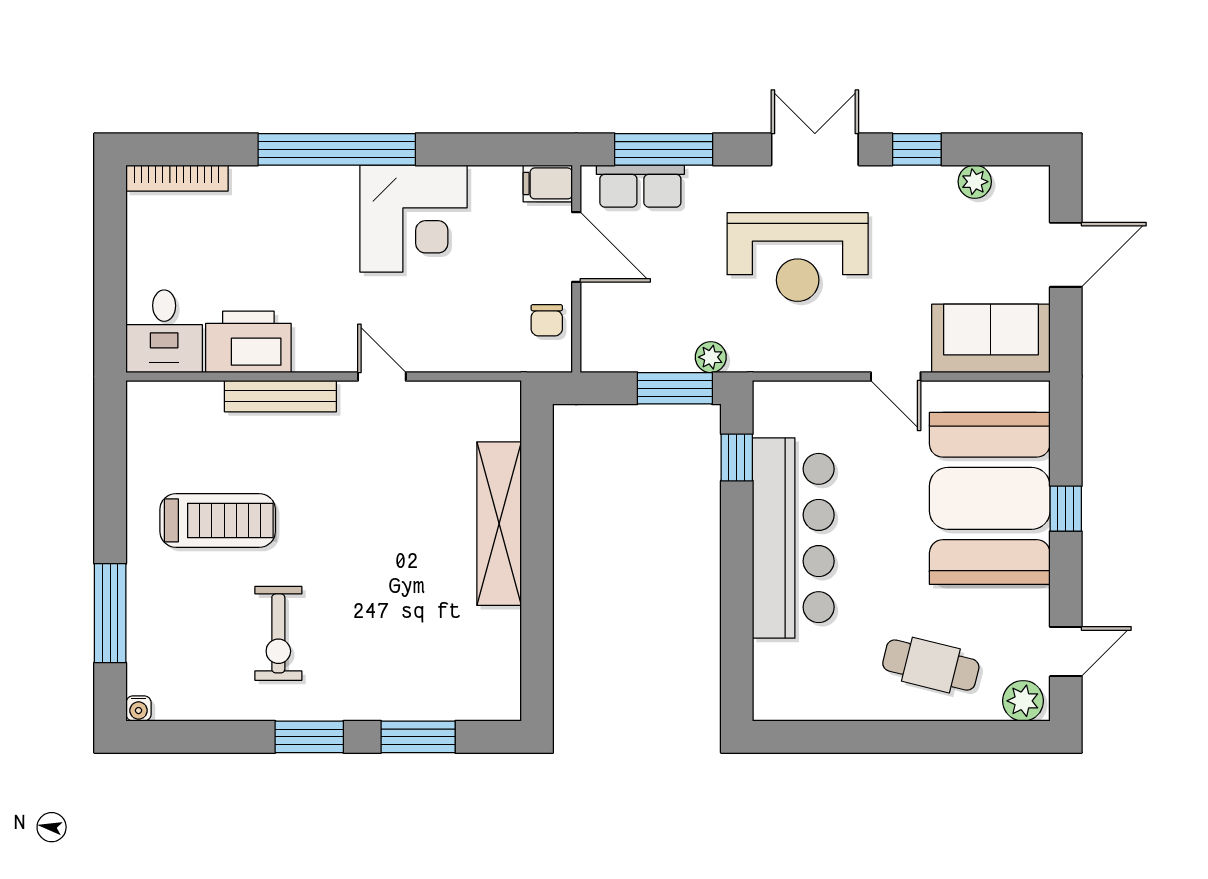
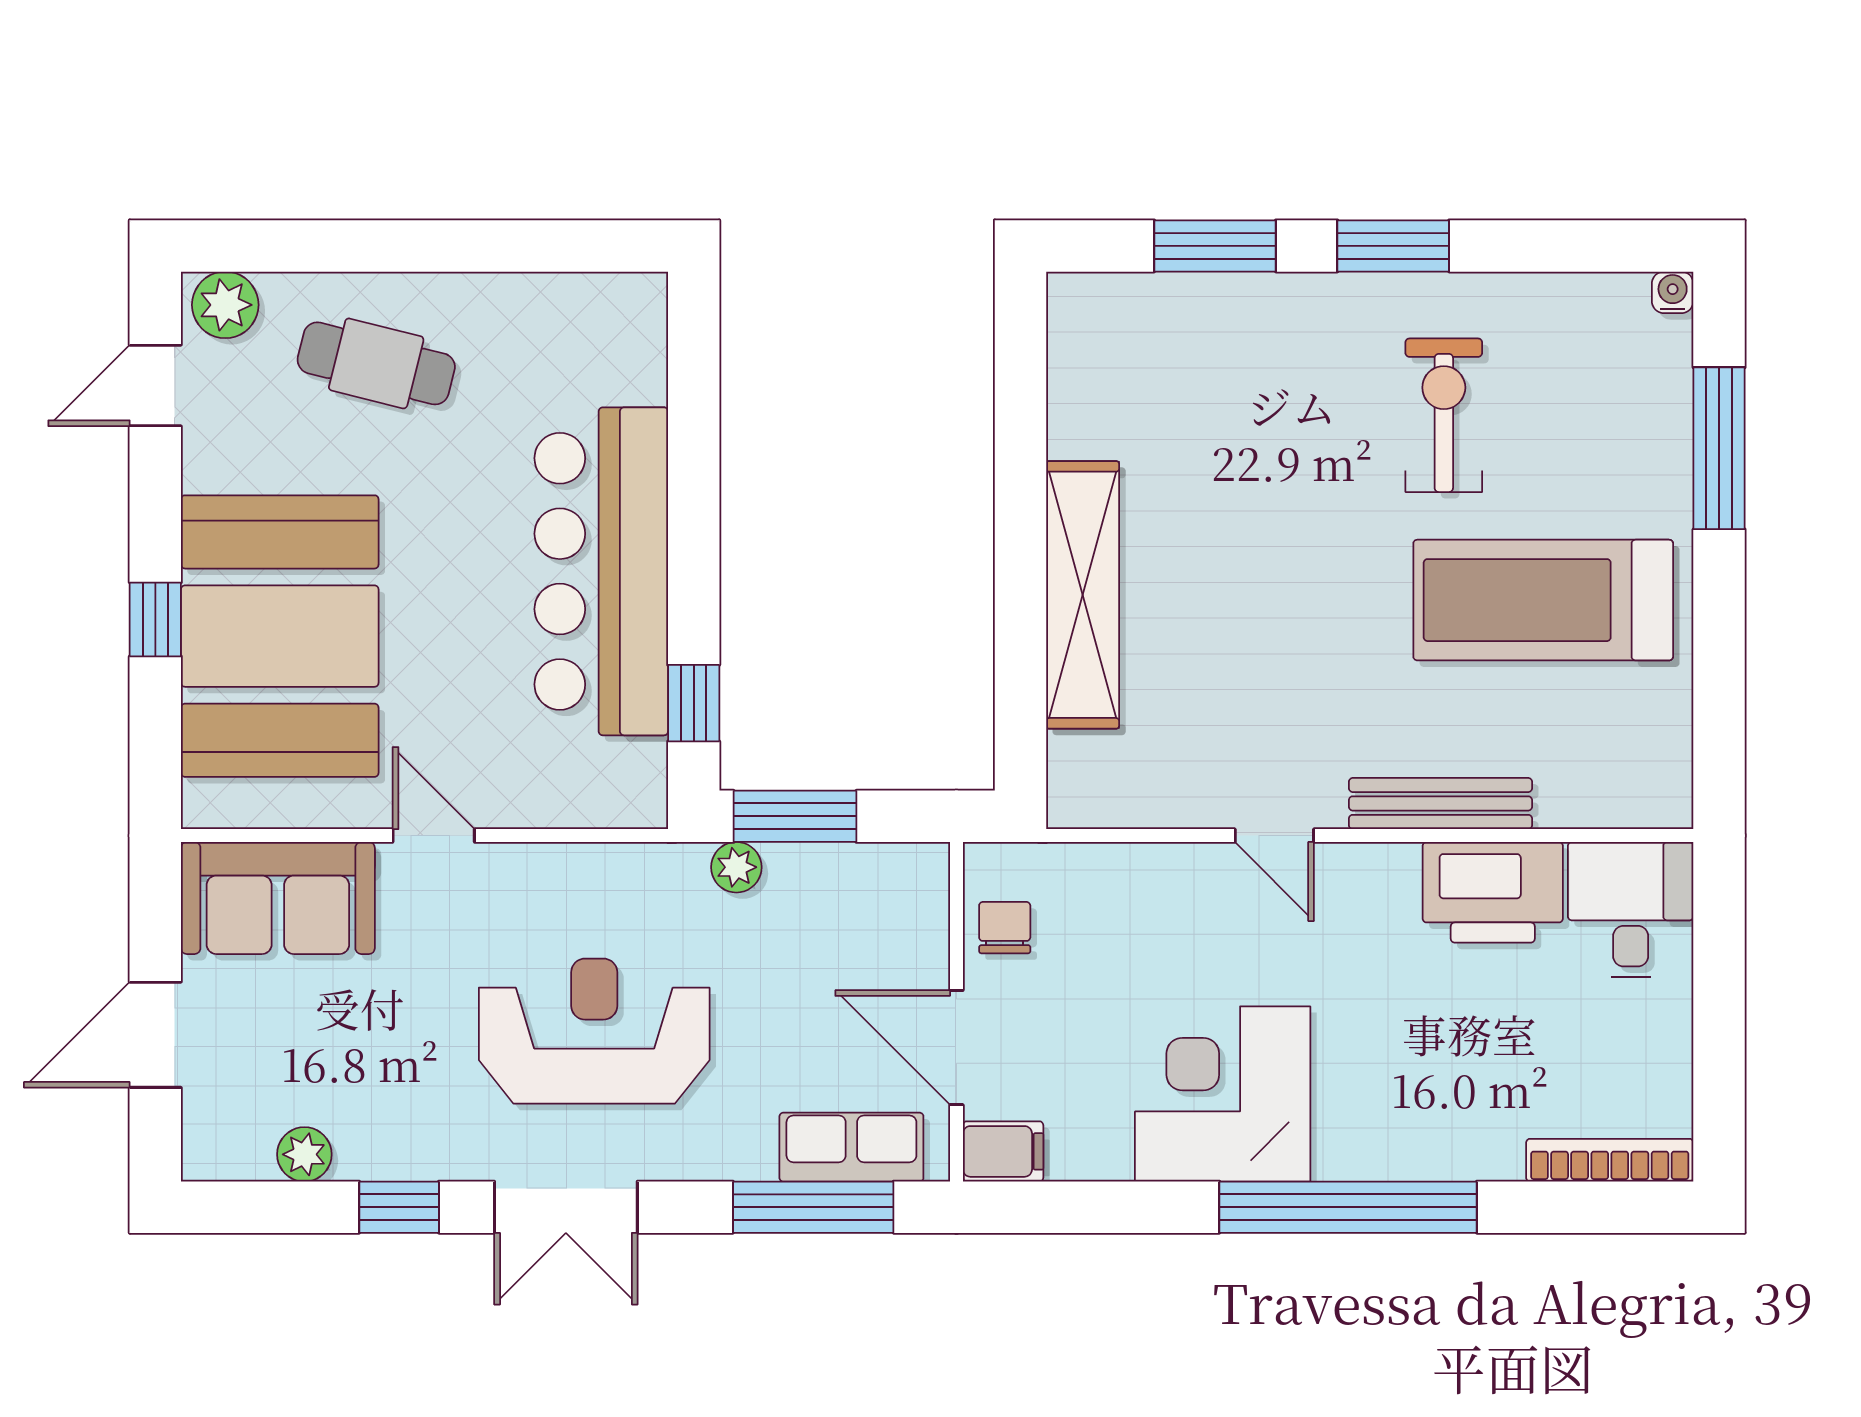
treadmill: (218, 520) -> (1543, 600), width x1.37, depth x1.38

